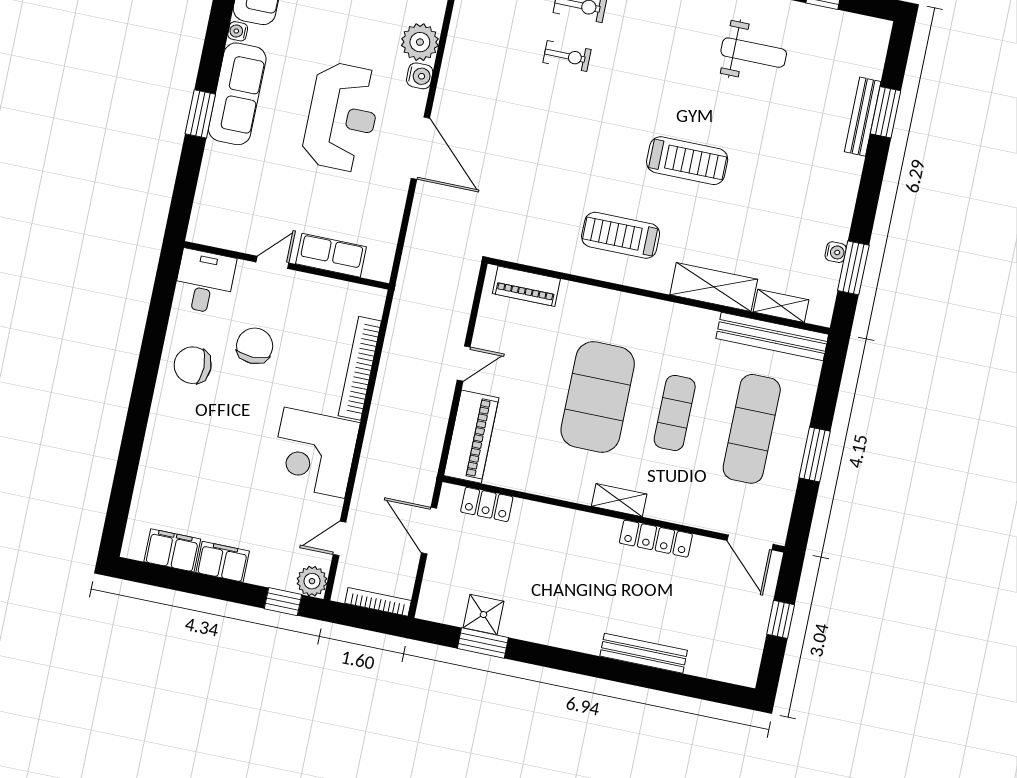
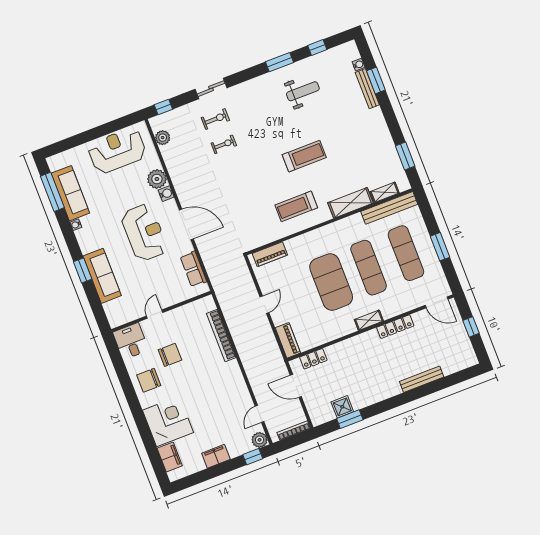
sofa: (237, 94) -> (102, 276), moved
water cooler: (836, 252) -> (359, 65), moved
row of seats: (331, 255) -> (193, 269), moved, turned -90
chair: (255, 346) -> (170, 355), turned 90
exercise mat: (675, 413) -> (369, 268), width x1.36, depth x1.45
piano: (471, 437) -> (288, 340), width x0.73, depth x0.75
corner desk: (314, 453) -> (168, 421), moved, turned 180
filing cabinet: (172, 550) -> (170, 457), moved, turned 90

